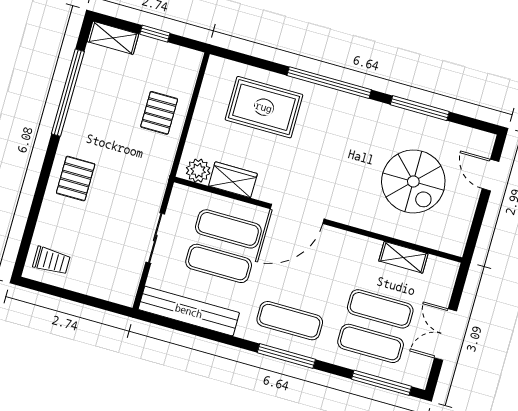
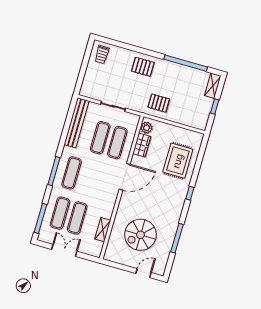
window: (329, 83) -> (190, 193), width x0.32
pallet: (159, 113) -> (159, 103), moved
door: (297, 214) -> (125, 177), swing flipped

